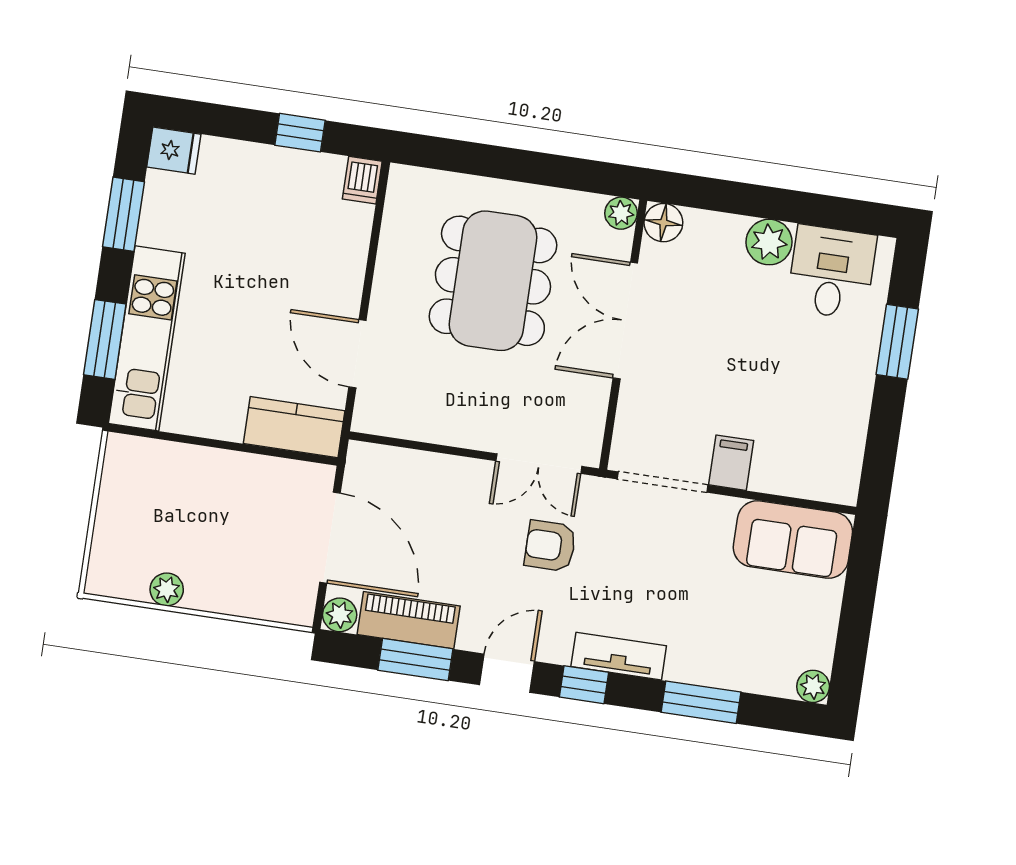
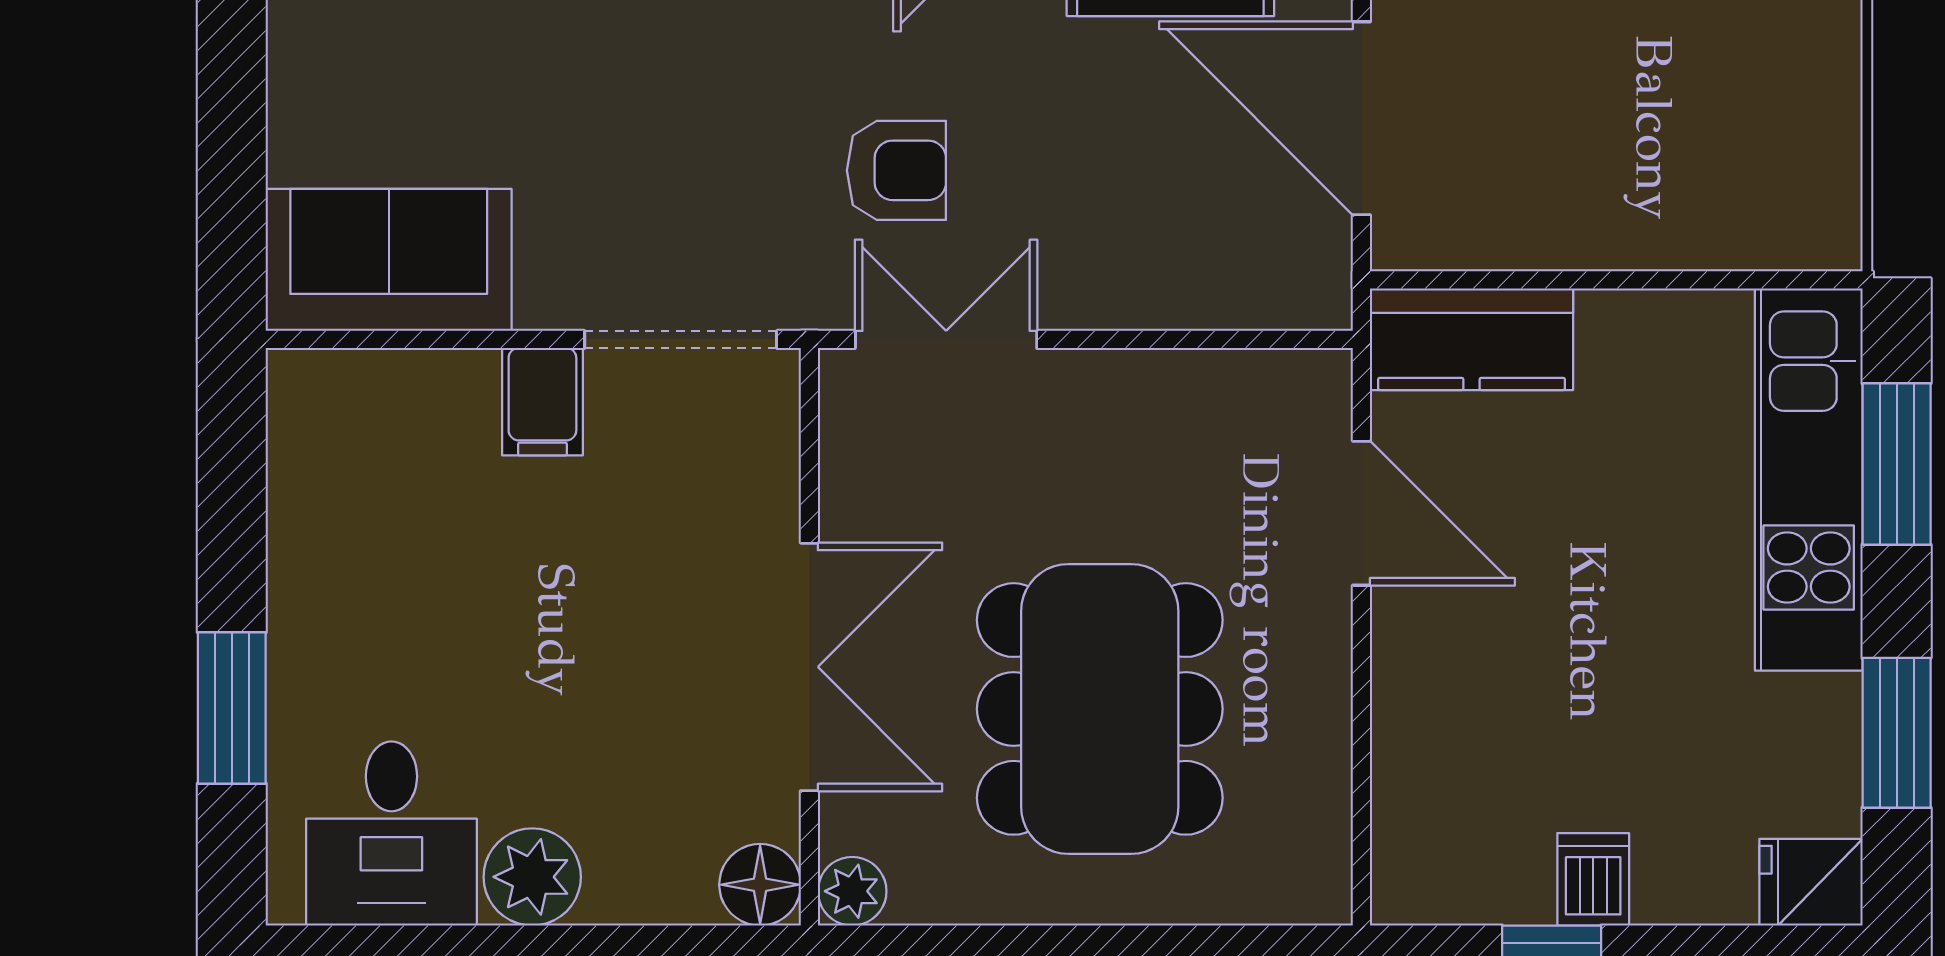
dishwasher: (362, 180) -> (1593, 879), moved

